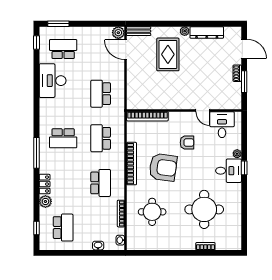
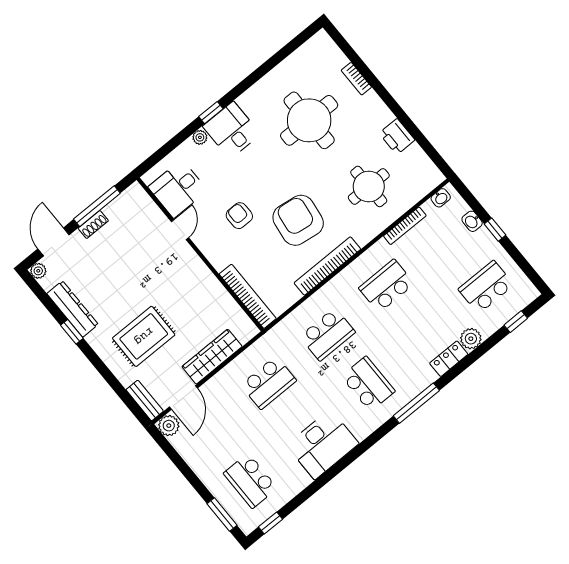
window: (197, 24) -> (72, 332), added
plant: (185, 31) -> (38, 271), moved
wardrobe: (133, 78) -> (212, 357), added
desk: (53, 81) -> (323, 444), moved
window: (244, 82) -> (97, 206), width x1.44
printer: (164, 243) -> (397, 137), added
window: (86, 253) -> (495, 230), added

